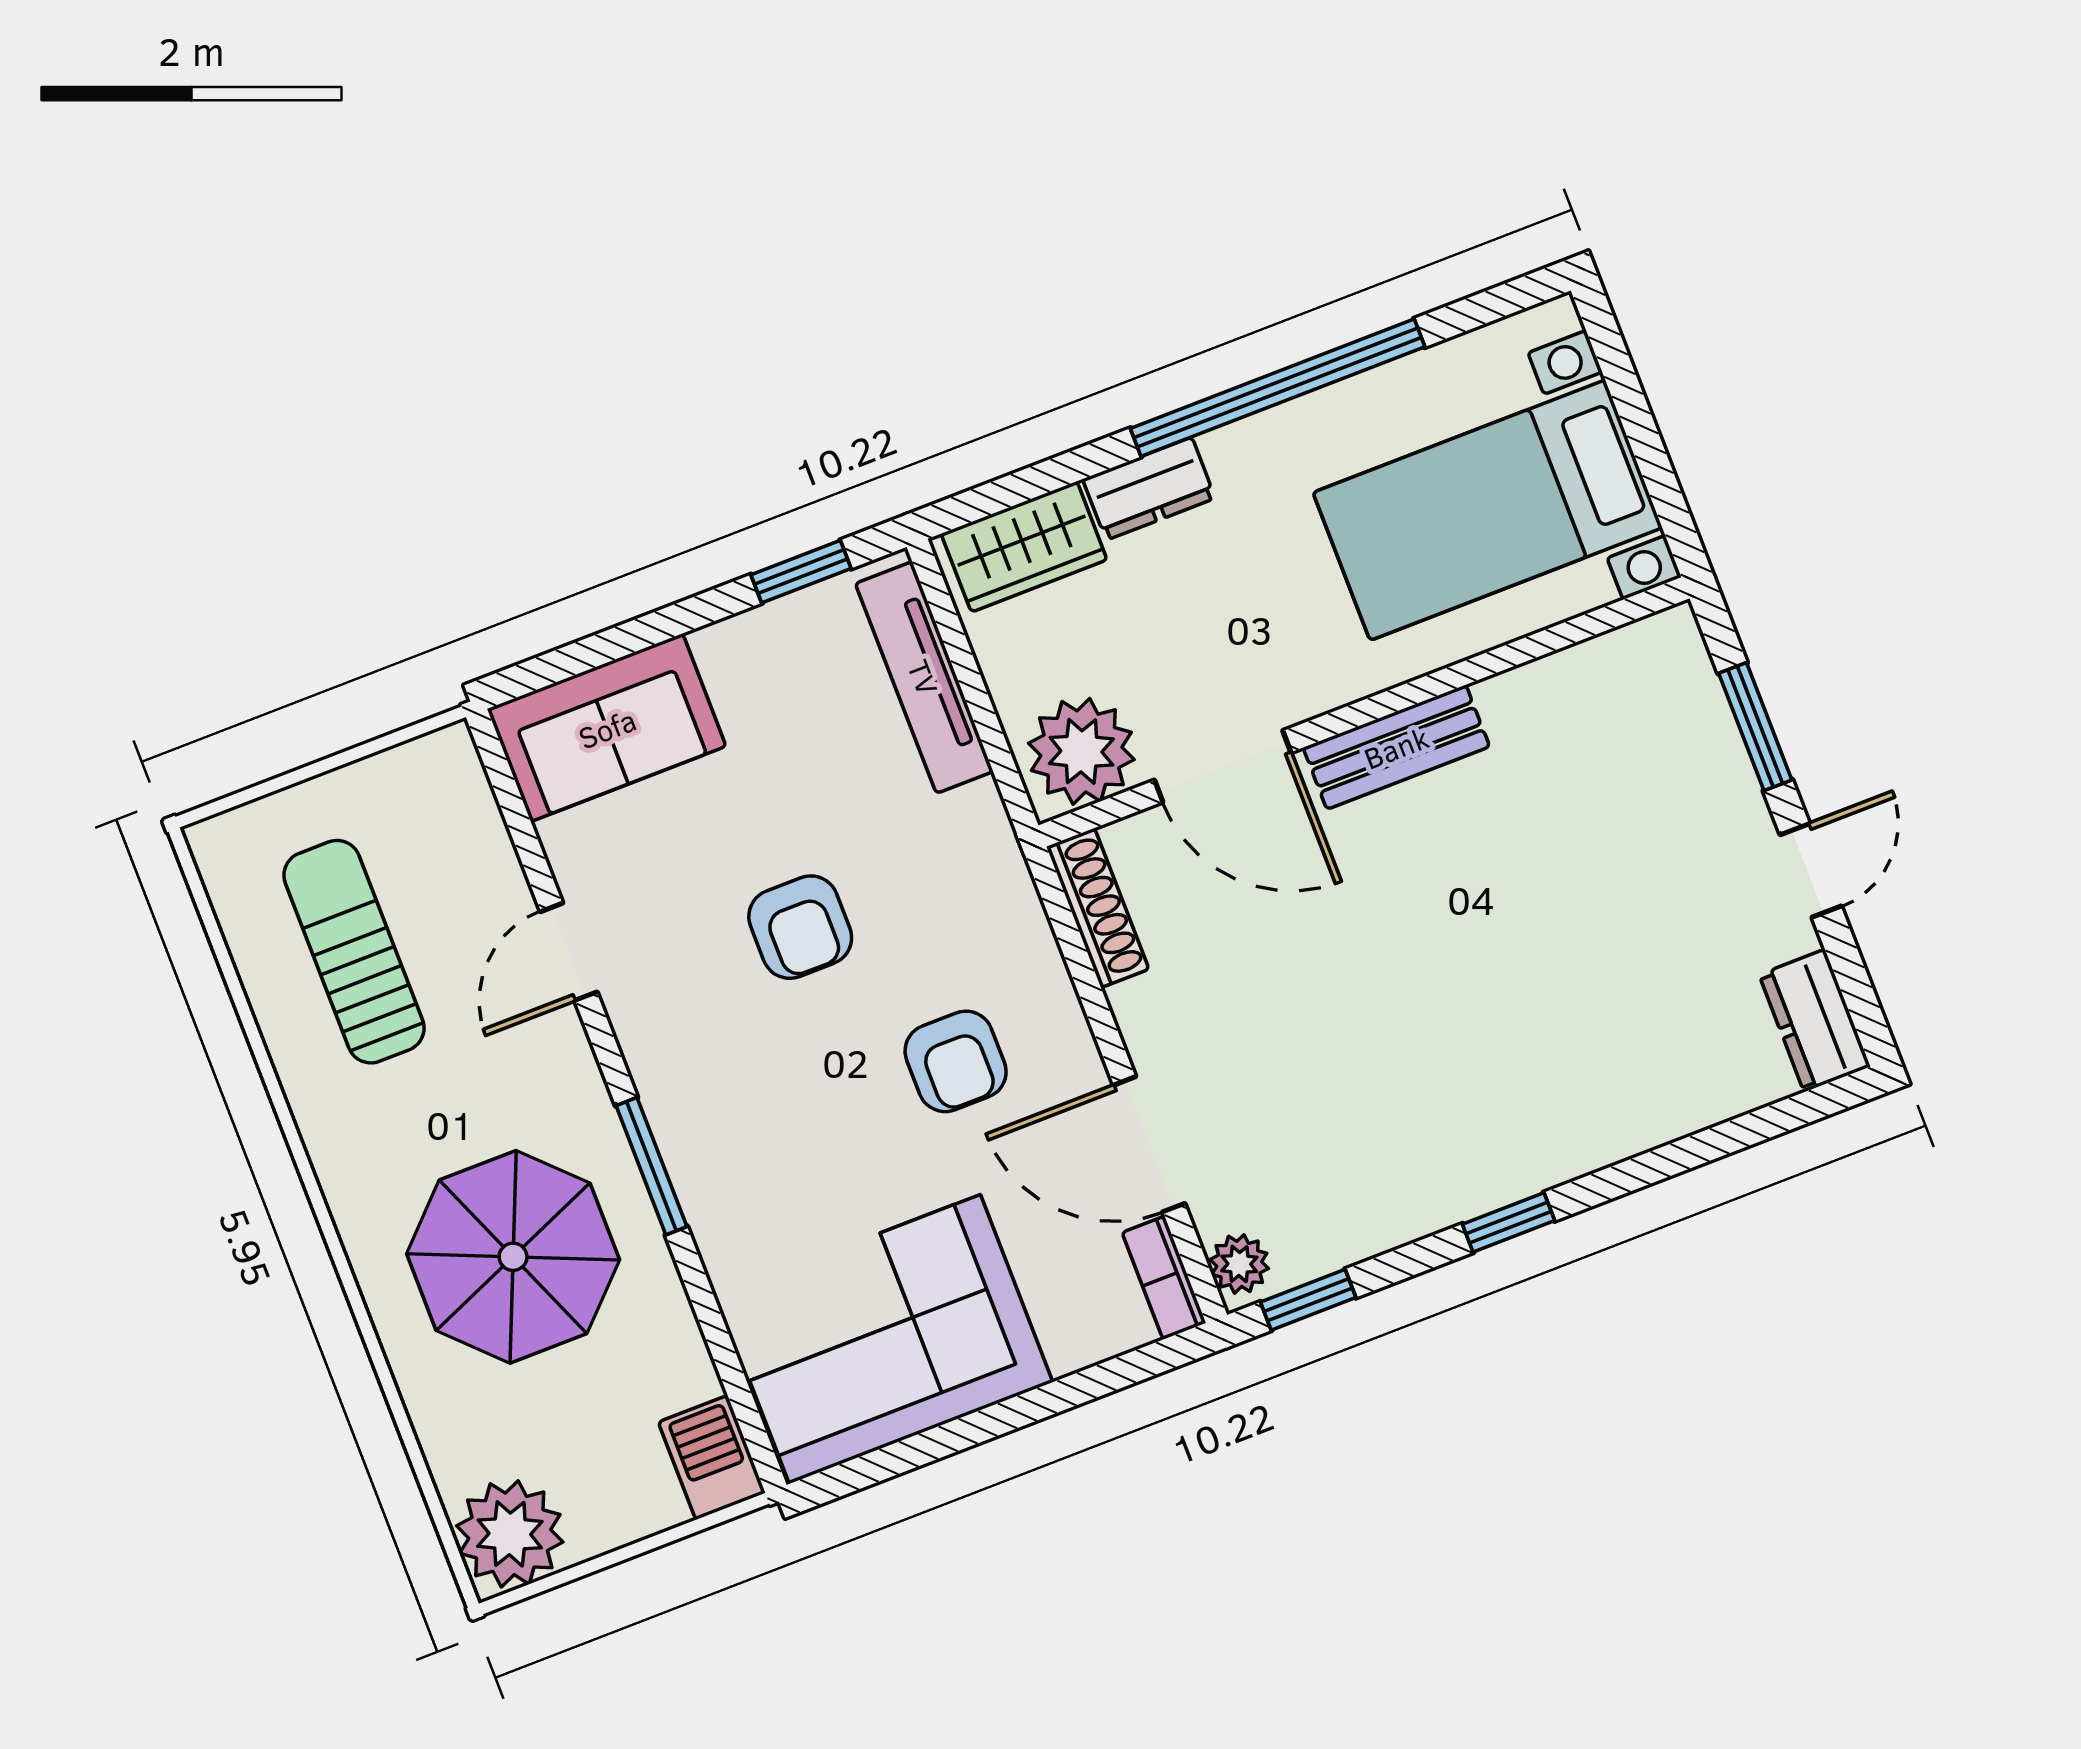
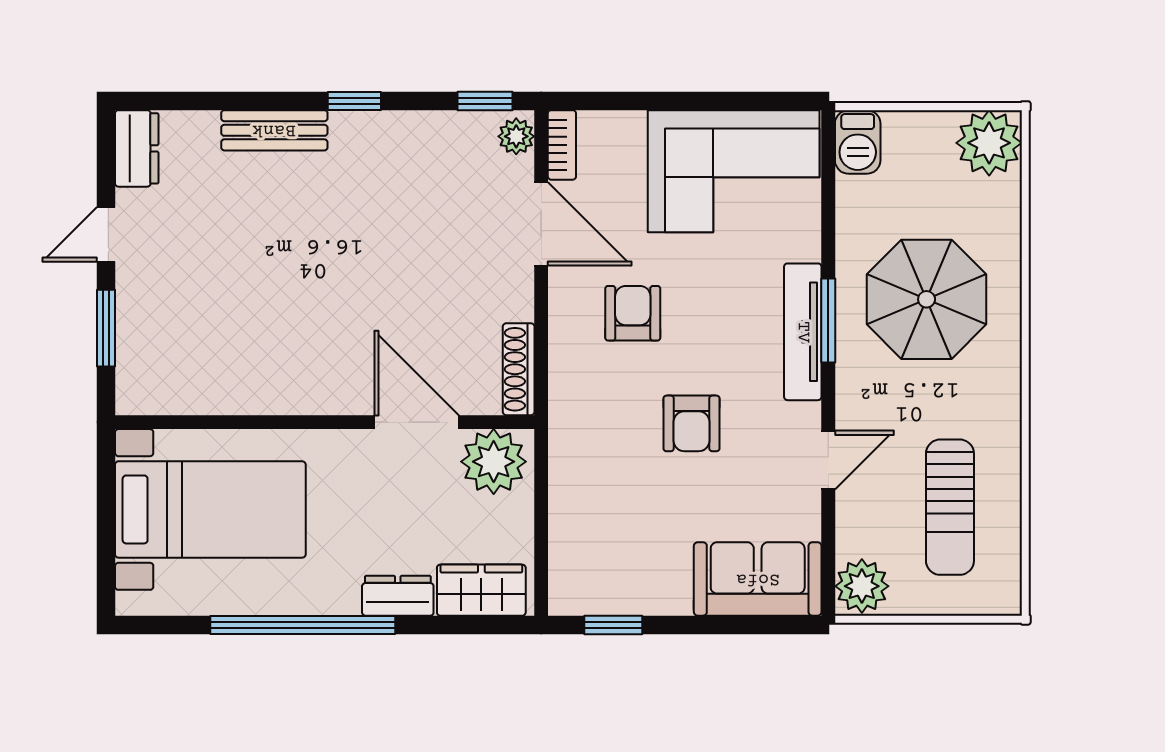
tv unit: (924, 677) -> (803, 332), moved, turned 180
bench: (1396, 747) -> (274, 130), moved
plant: (443, 778) -> (862, 586), added
armchair: (800, 927) -> (692, 423), turned 180

